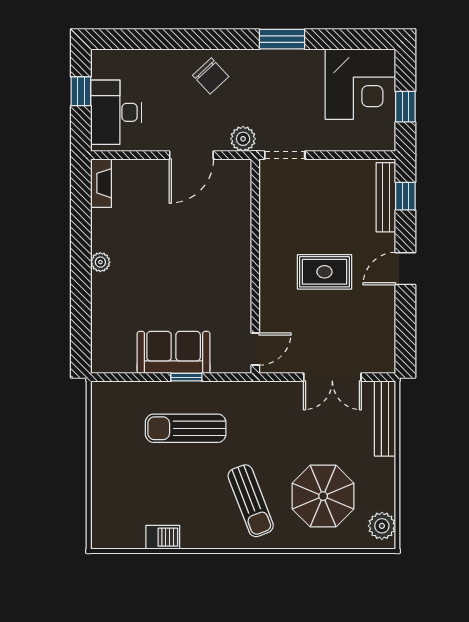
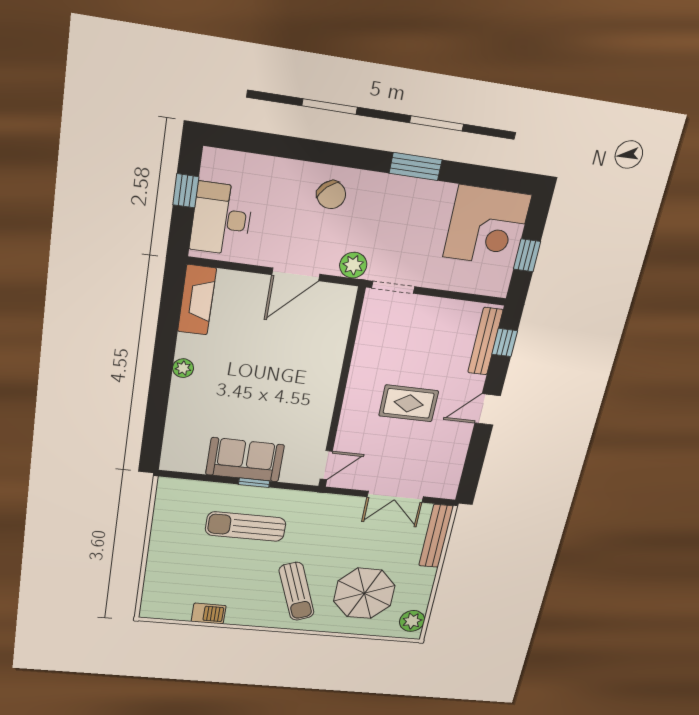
fireplace: (101, 183) -> (197, 300), width x1.37, depth x1.32

